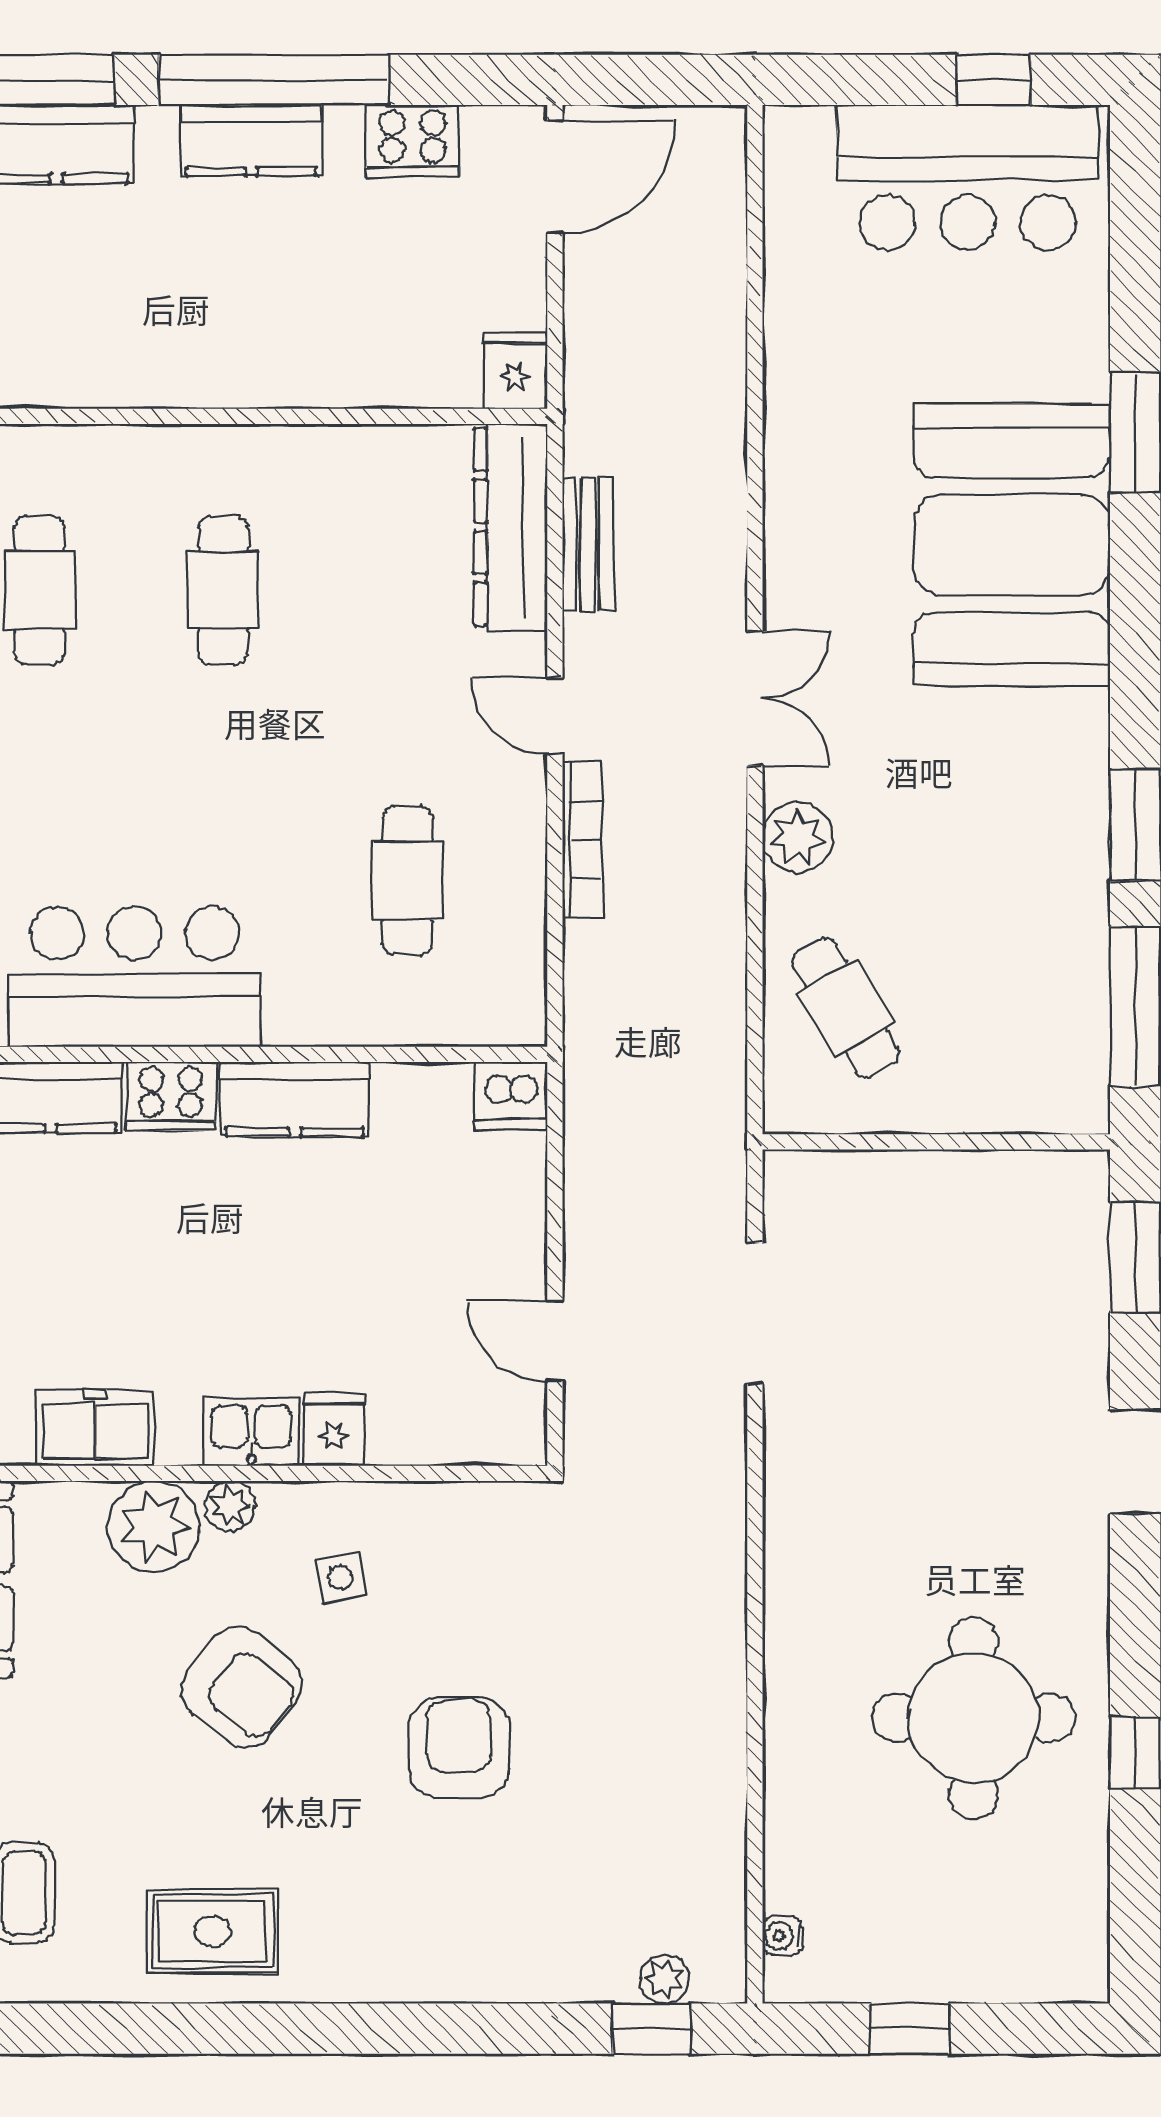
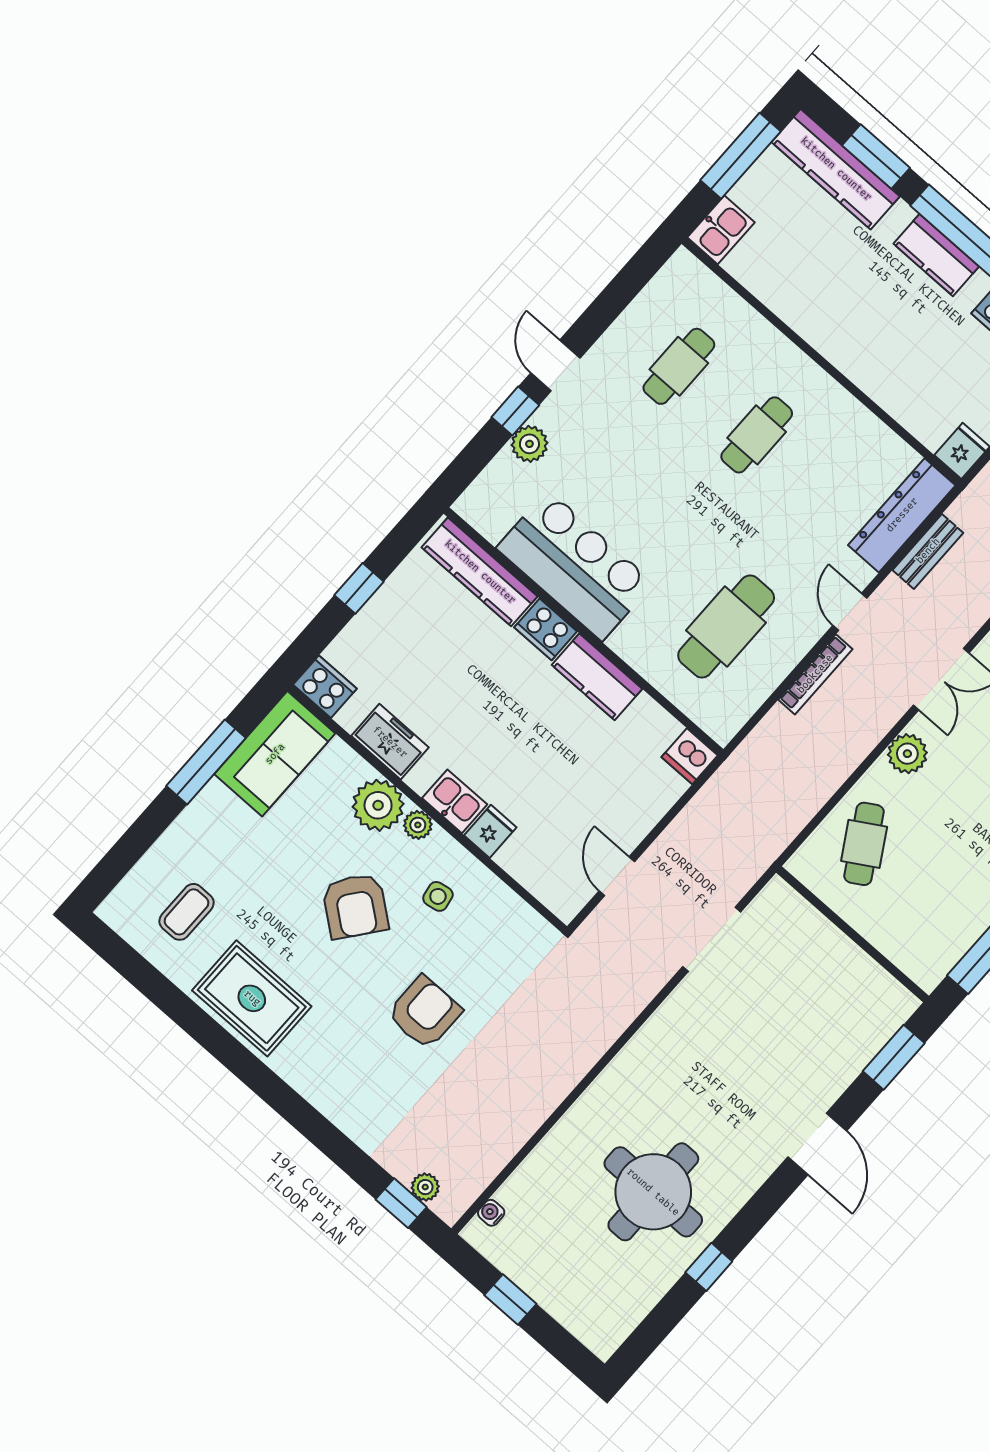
cafe table: (407, 881) -> (726, 627), width x1.37, depth x1.35
rug: (212, 1931) -> (252, 998), width x1.36, depth x1.43

